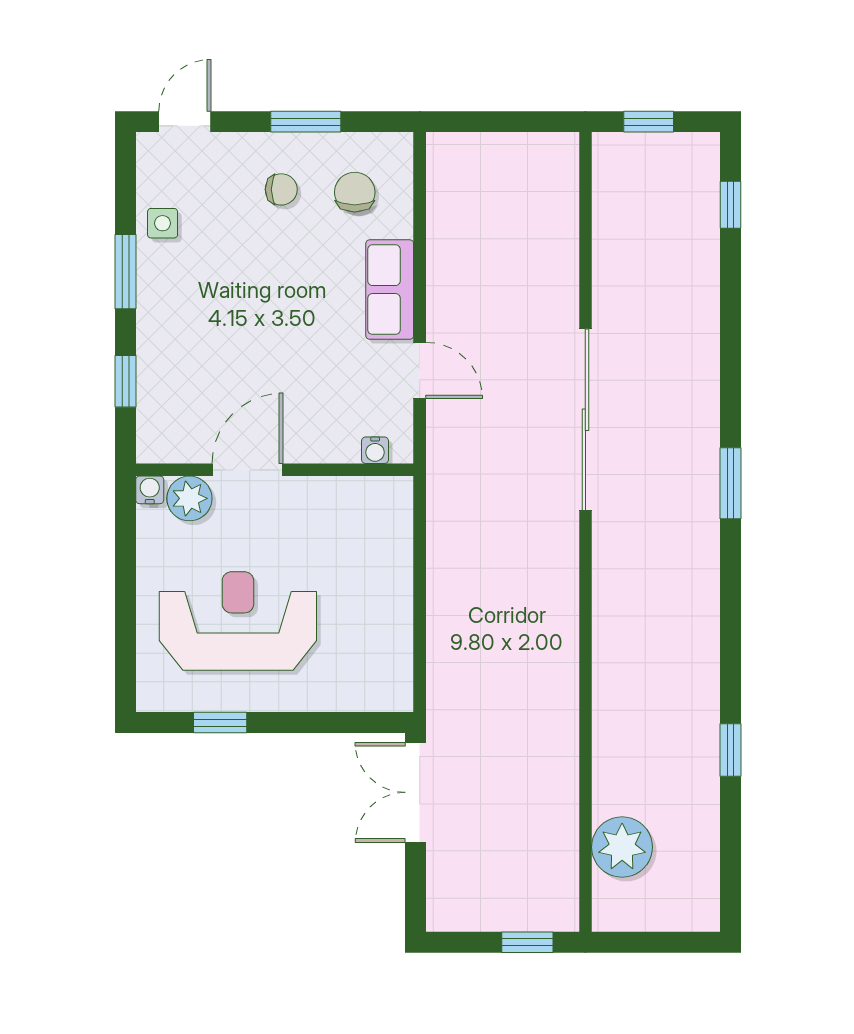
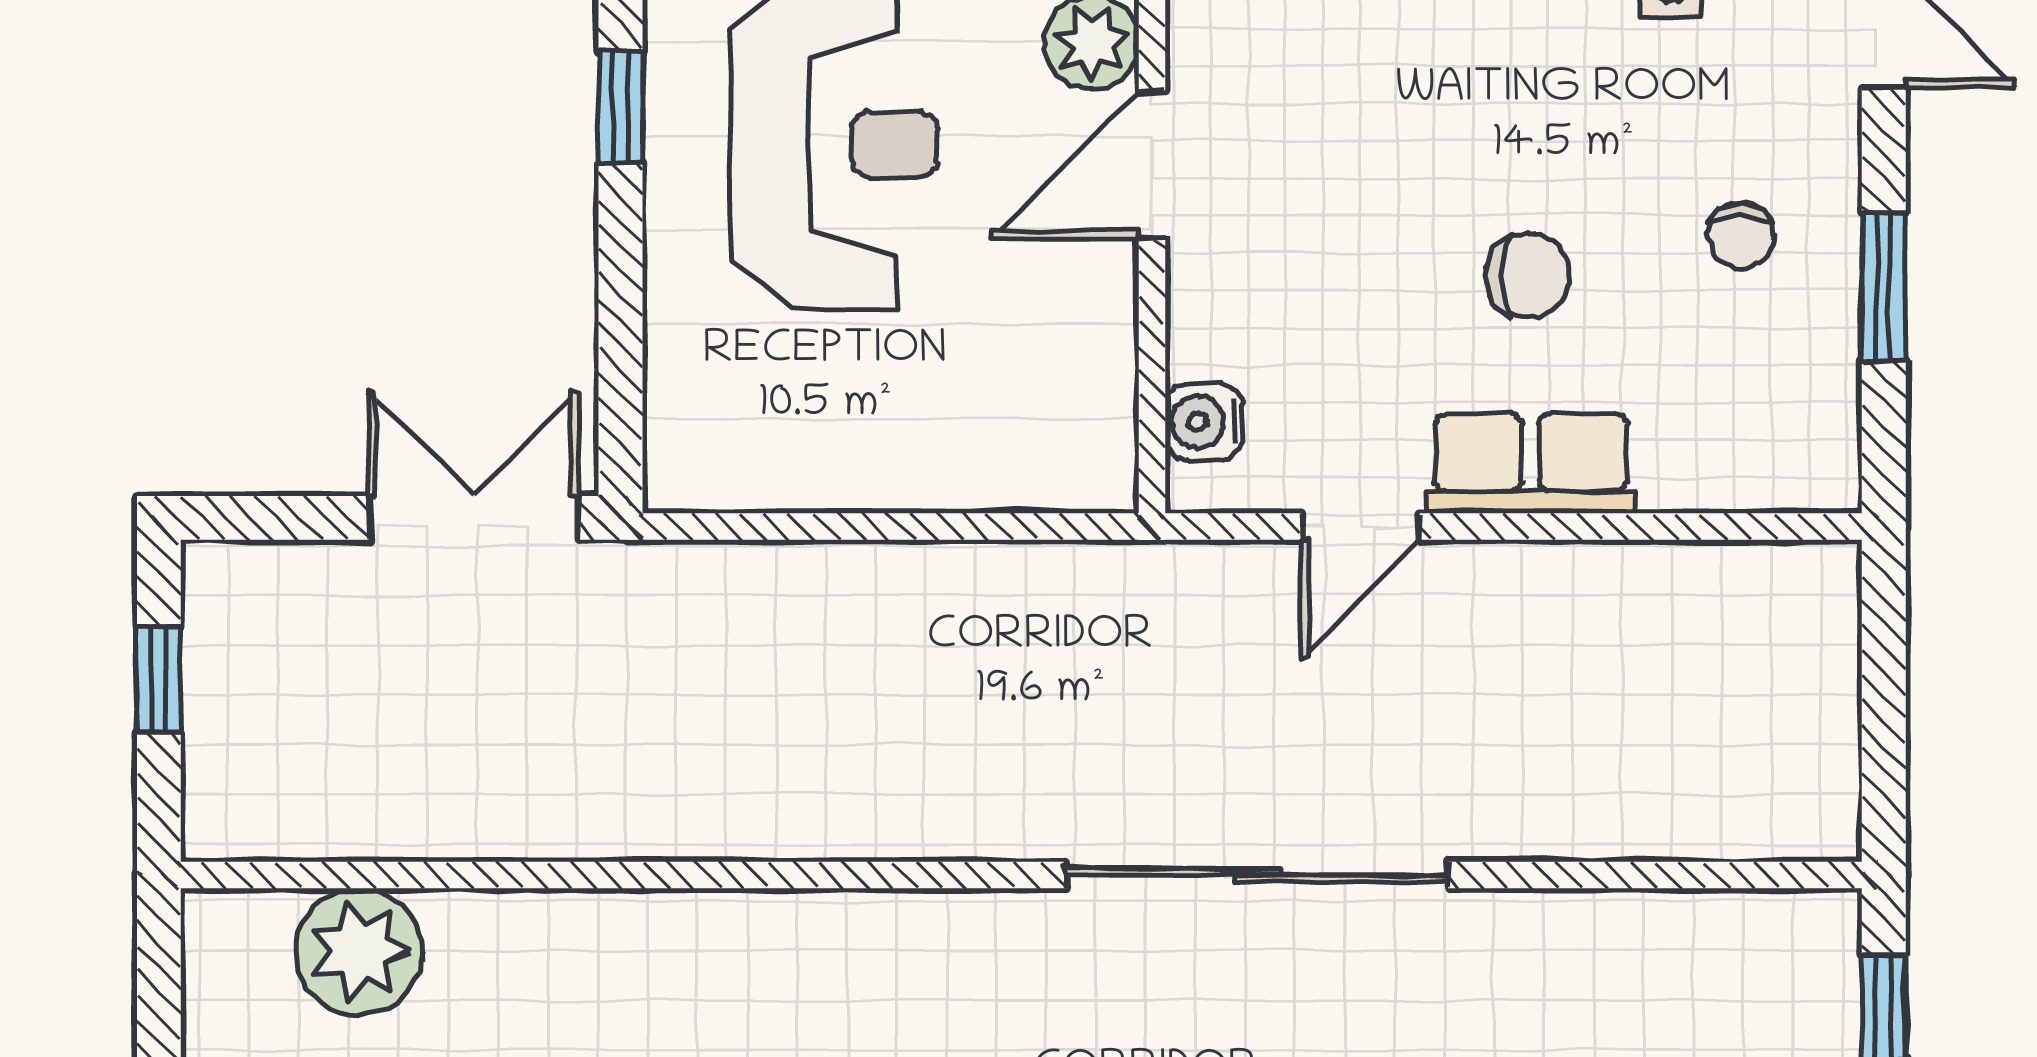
chair: (355, 192) -> (1528, 276), moved
water cooler: (375, 450) -> (1204, 422), width x1.38, depth x1.38
door: (248, 470) -> (1152, 165), swing flipped
window: (527, 942) -> (159, 679), moved

